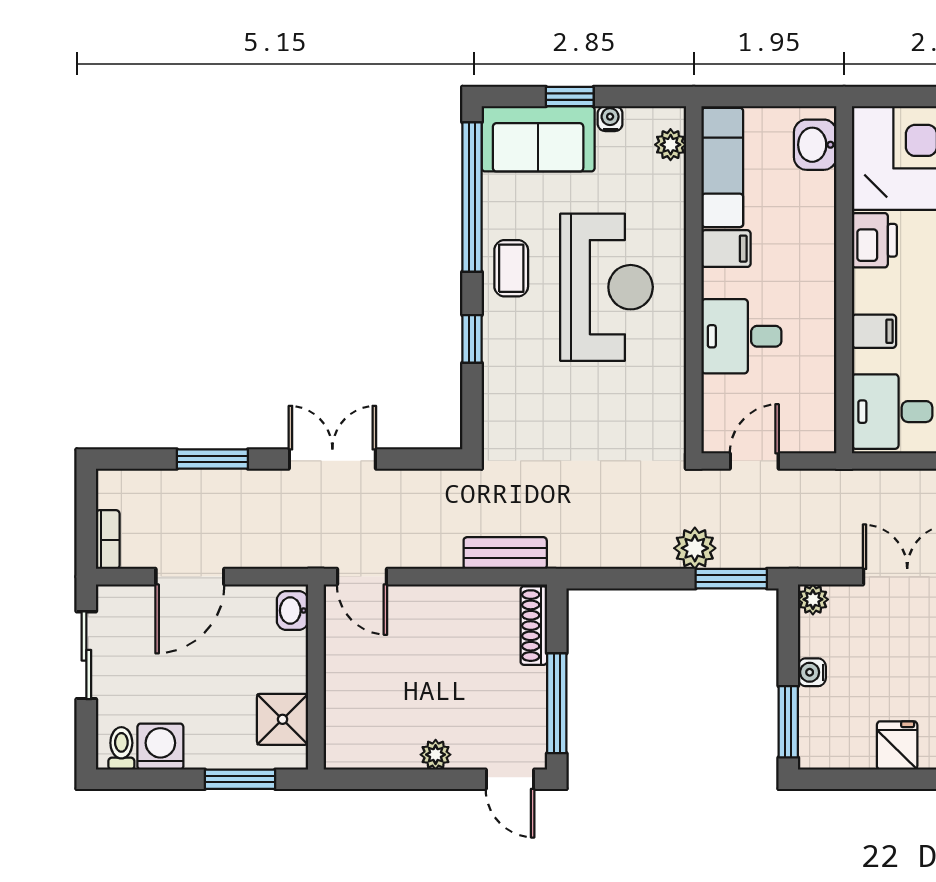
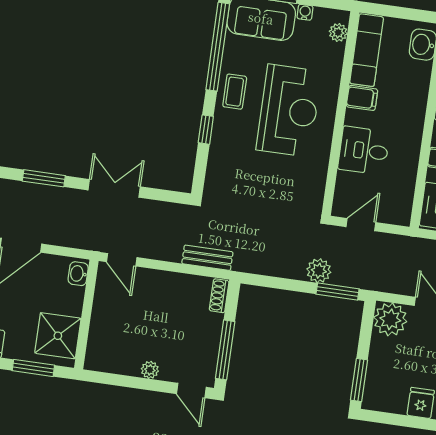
plant: (813, 599) -> (390, 319), width x1.87, depth x1.87
shoe rack: (534, 626) -> (219, 296), width x0.70
water cooler: (812, 672) -> (377, 353), removed
shower: (283, 719) -> (58, 336), width x1.36, depth x1.36

